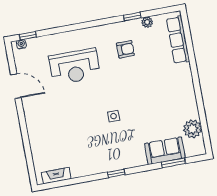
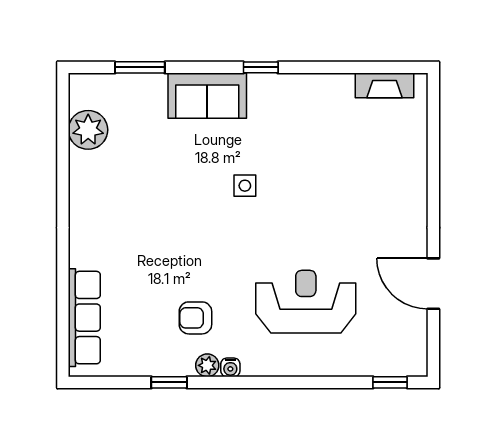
plant: (147, 22) -> (207, 365), moved
water cooler: (21, 44) -> (230, 367), moved
sofa: (165, 151) -> (207, 96), moved

